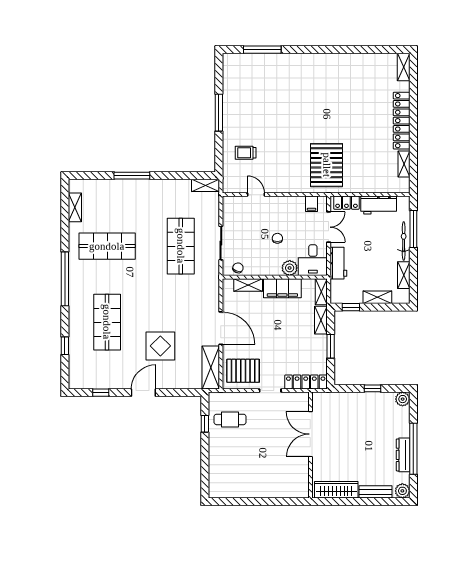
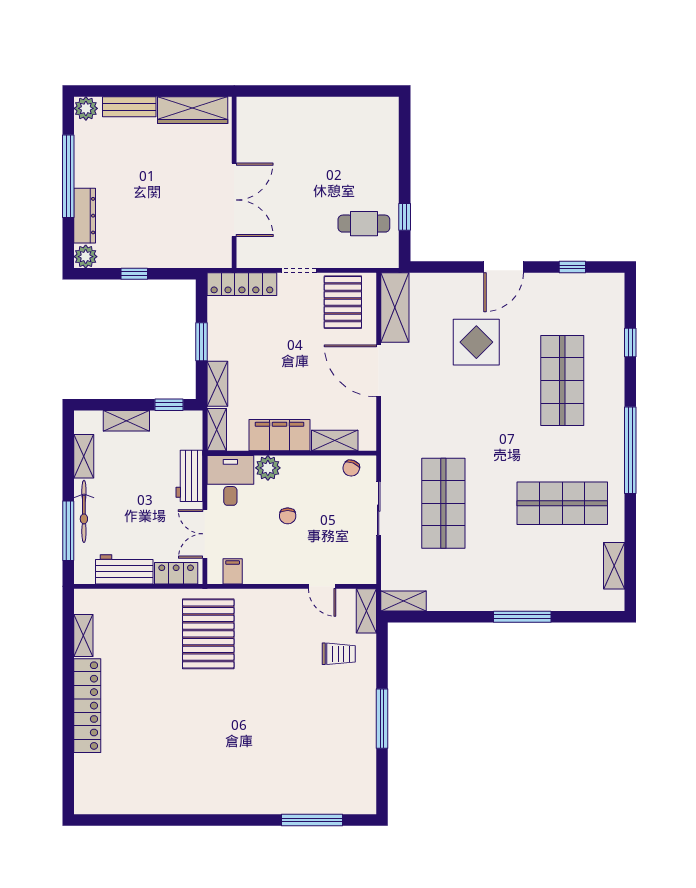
shelving: (404, 67) -> (366, 611), moved
pallet: (243, 371) -> (343, 302), turned 90
dresser: (403, 455) -> (85, 216), moved

